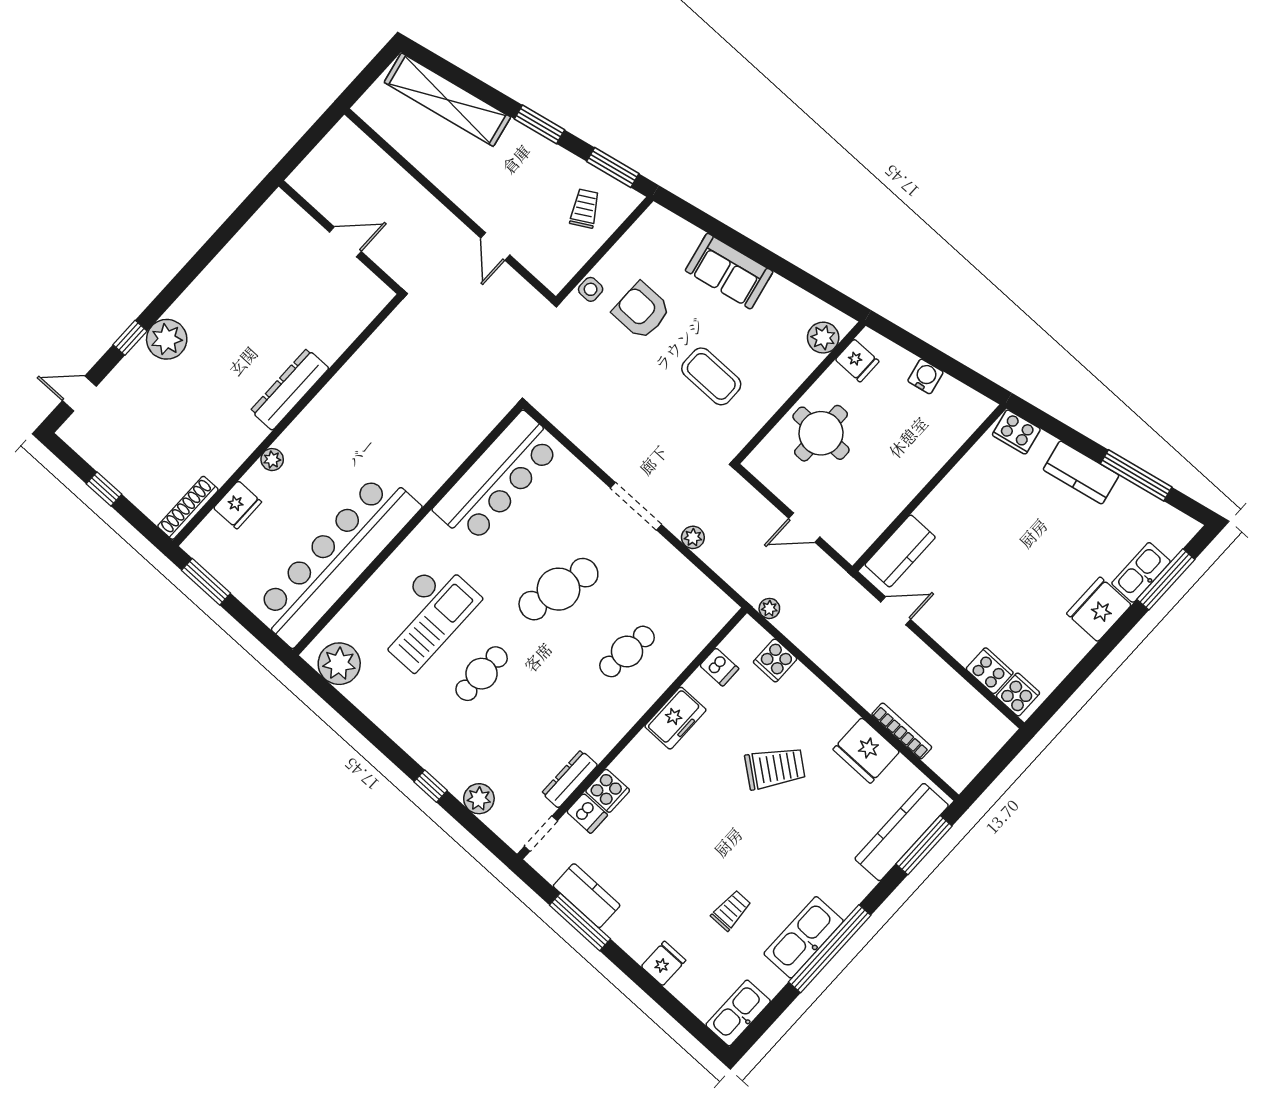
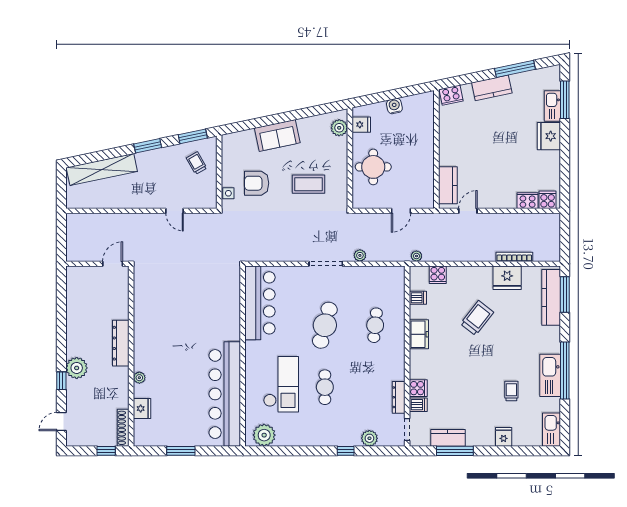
dresser: (290, 389) -> (121, 343), moved
wall: (288, 420) -> (131, 356), moved
plant: (272, 460) -> (139, 378), moved
fridge: (238, 505) -> (142, 409), moved
shoe rack: (188, 508) -> (123, 428), moved

